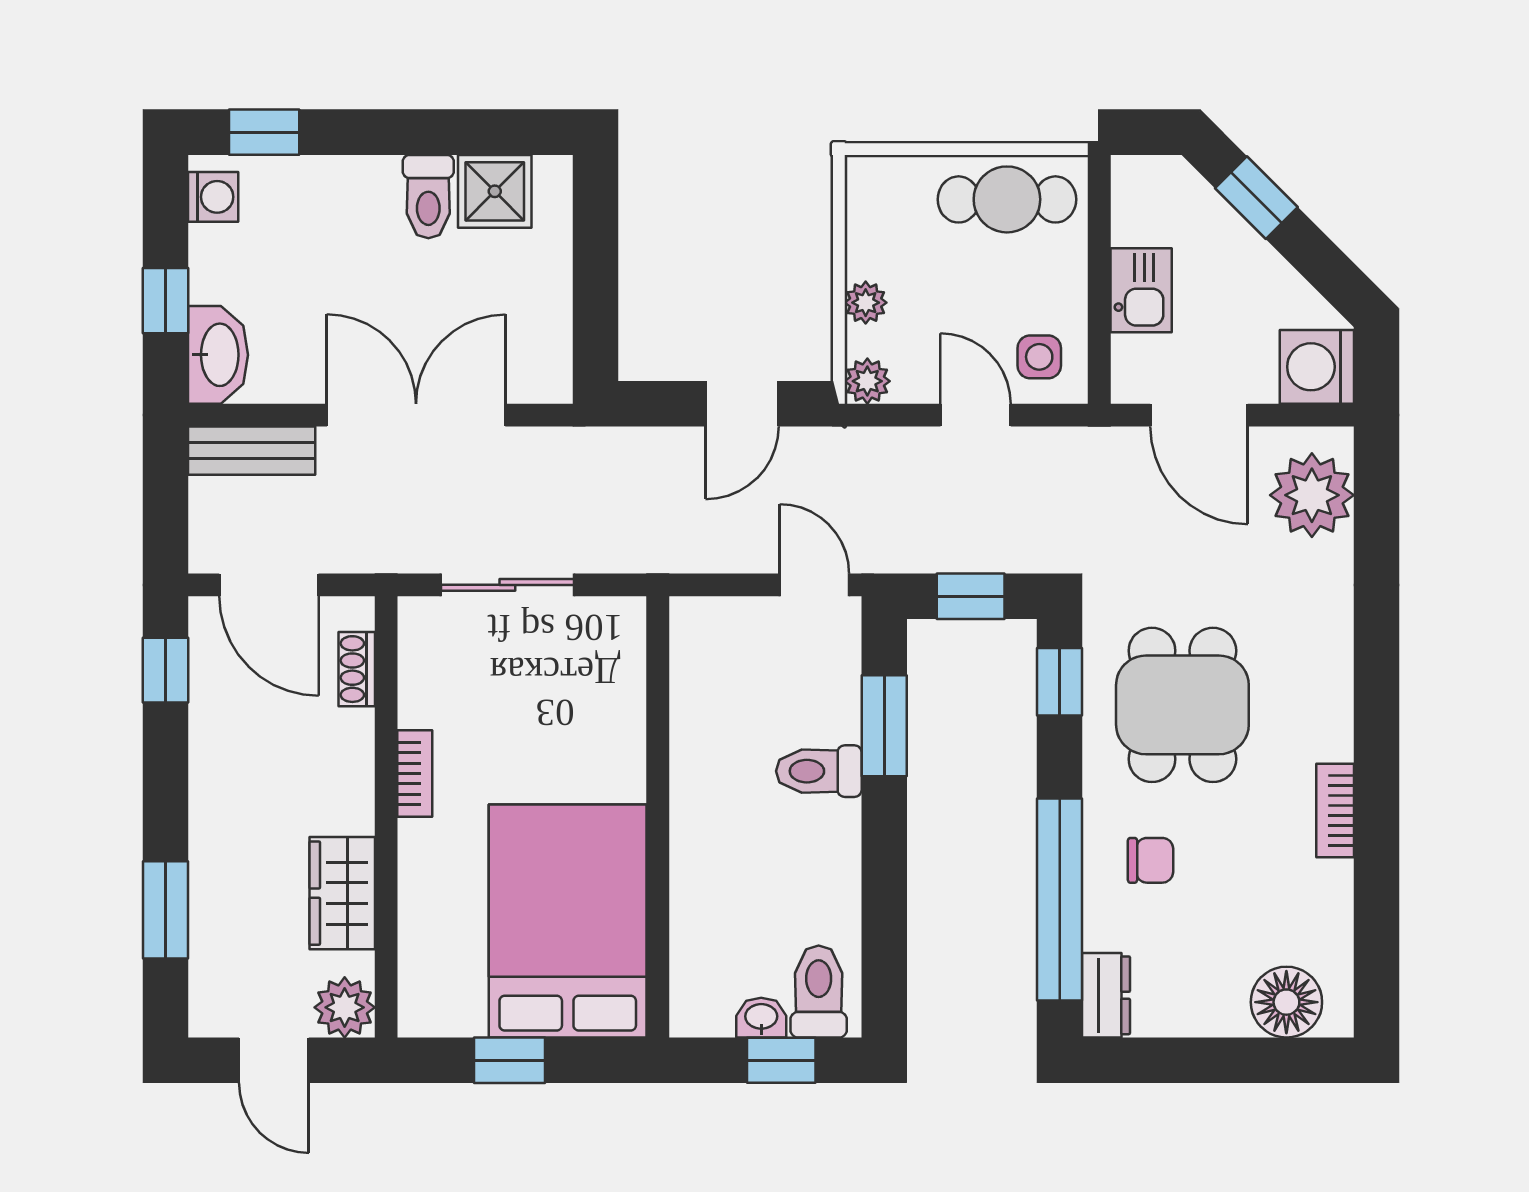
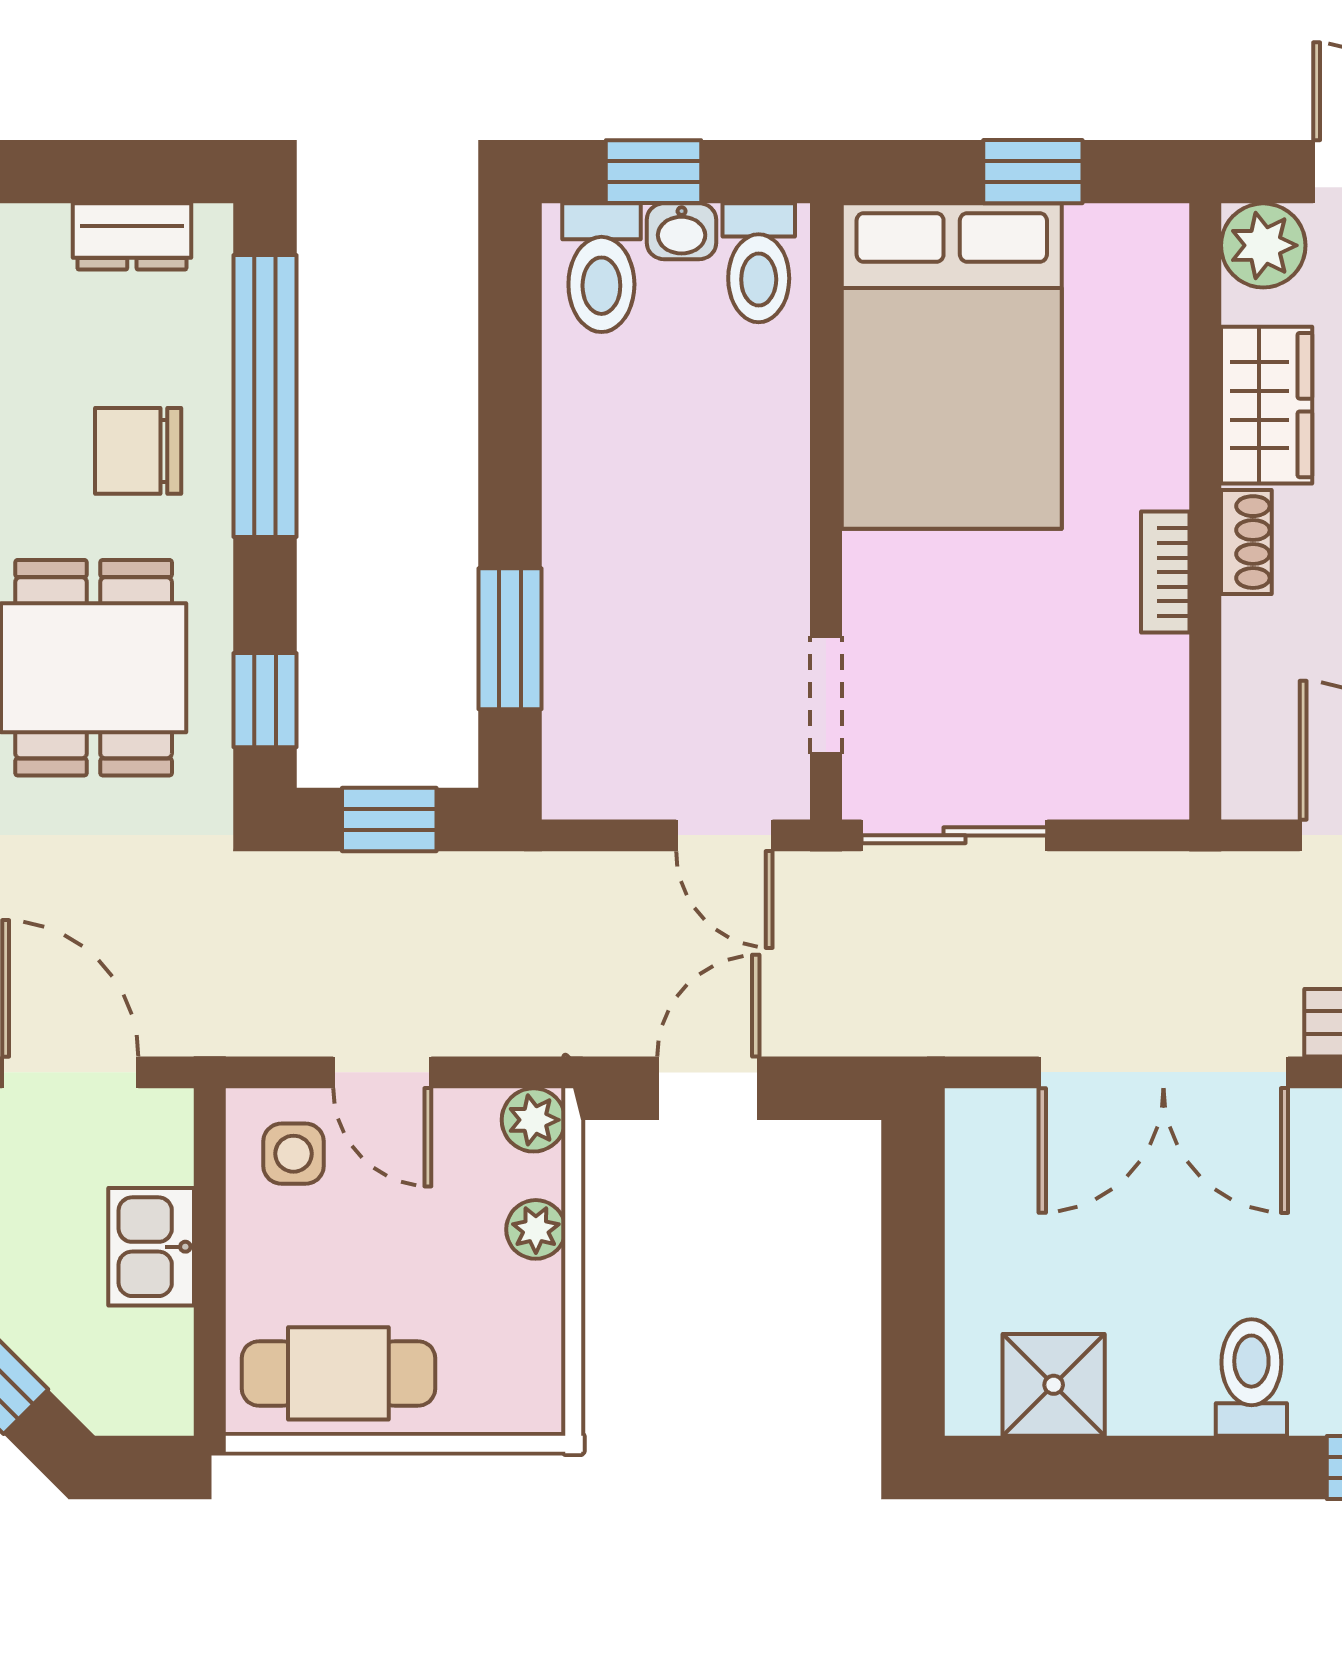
toilet: (428, 197) -> (1251, 1377), moved
sliding door: (507, 585) -> (954, 835), moved
door: (815, 585) -> (724, 835), moved
shoe rack: (357, 669) -> (1246, 542), moved
doorway: (658, 686) -> (826, 695), added
toilet: (819, 771) -> (759, 263), moved, turned 90
chair: (1151, 860) -> (138, 451), width x1.37, depth x1.37
dresser: (1106, 995) -> (132, 236), moved, turned -90

